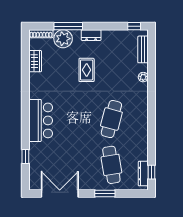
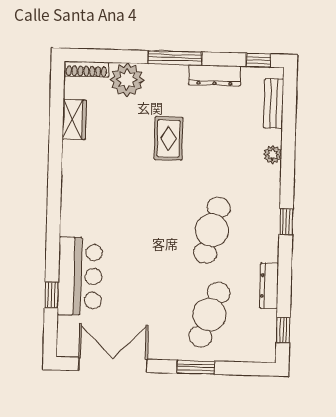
window: (68, 26) -> (175, 58), moved
dresser: (91, 35) -> (215, 75), moved, width x1.44
window: (152, 113) -> (286, 222), added
bar counter: (41, 120) -> (80, 276), moved
cafe table: (111, 165) -> (210, 315), turned 30
dresser: (143, 174) -> (269, 286), moved

